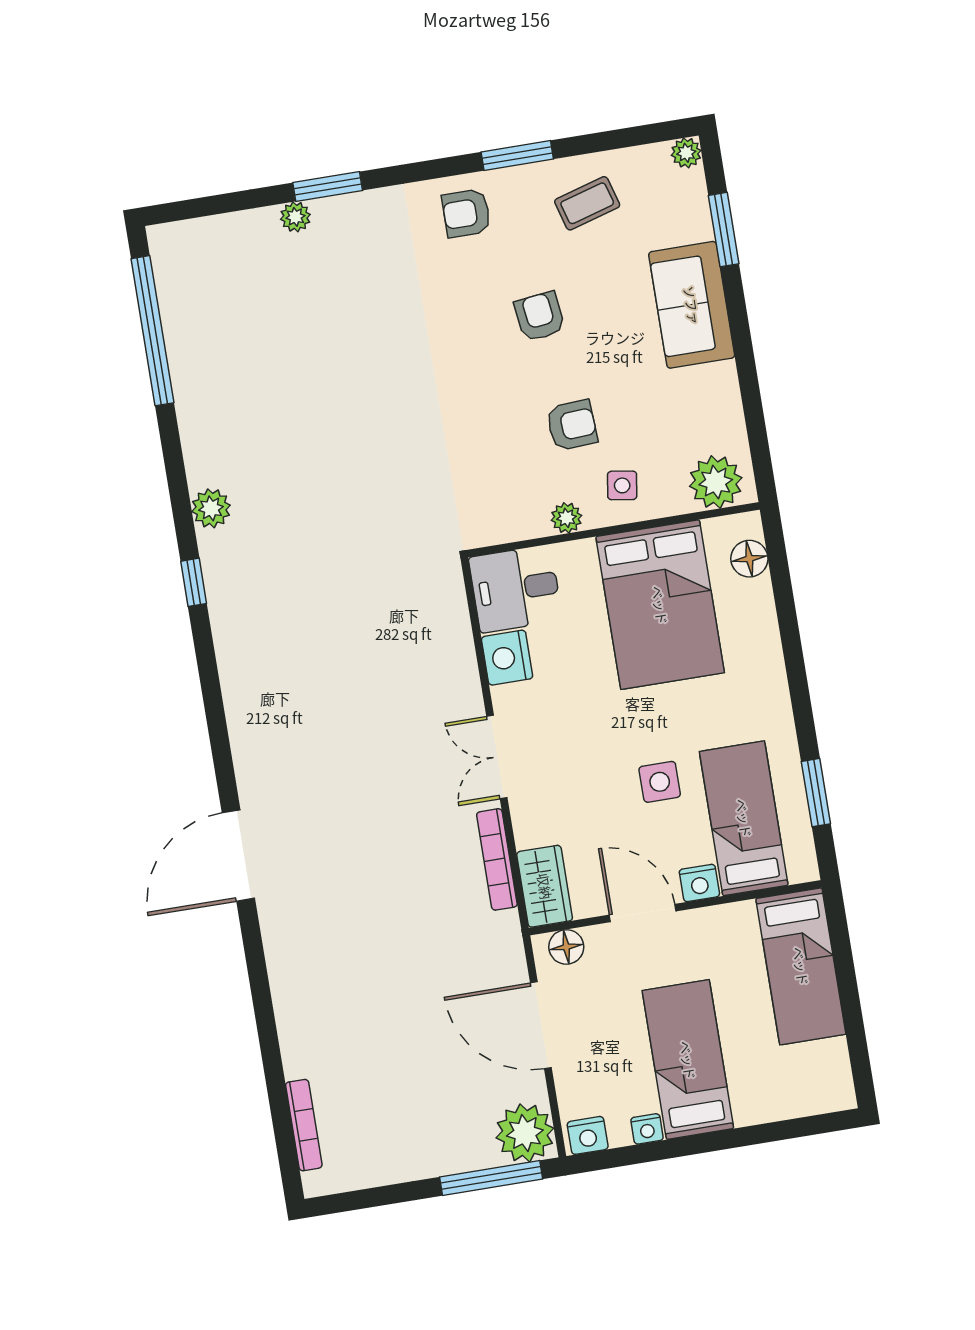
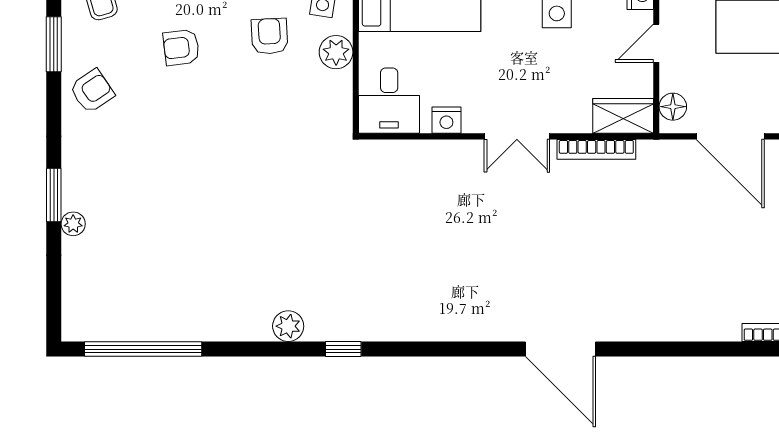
armchair: (466, 213) -> (92, 91), turned -124
plant: (566, 518) -> (336, 52), width x1.38, depth x1.38
nightstand: (507, 658) -> (446, 120), width x0.74, depth x0.75
door: (643, 913) -> (656, 43), width x0.73
door: (541, 1025) -> (730, 136), hinge flipped

